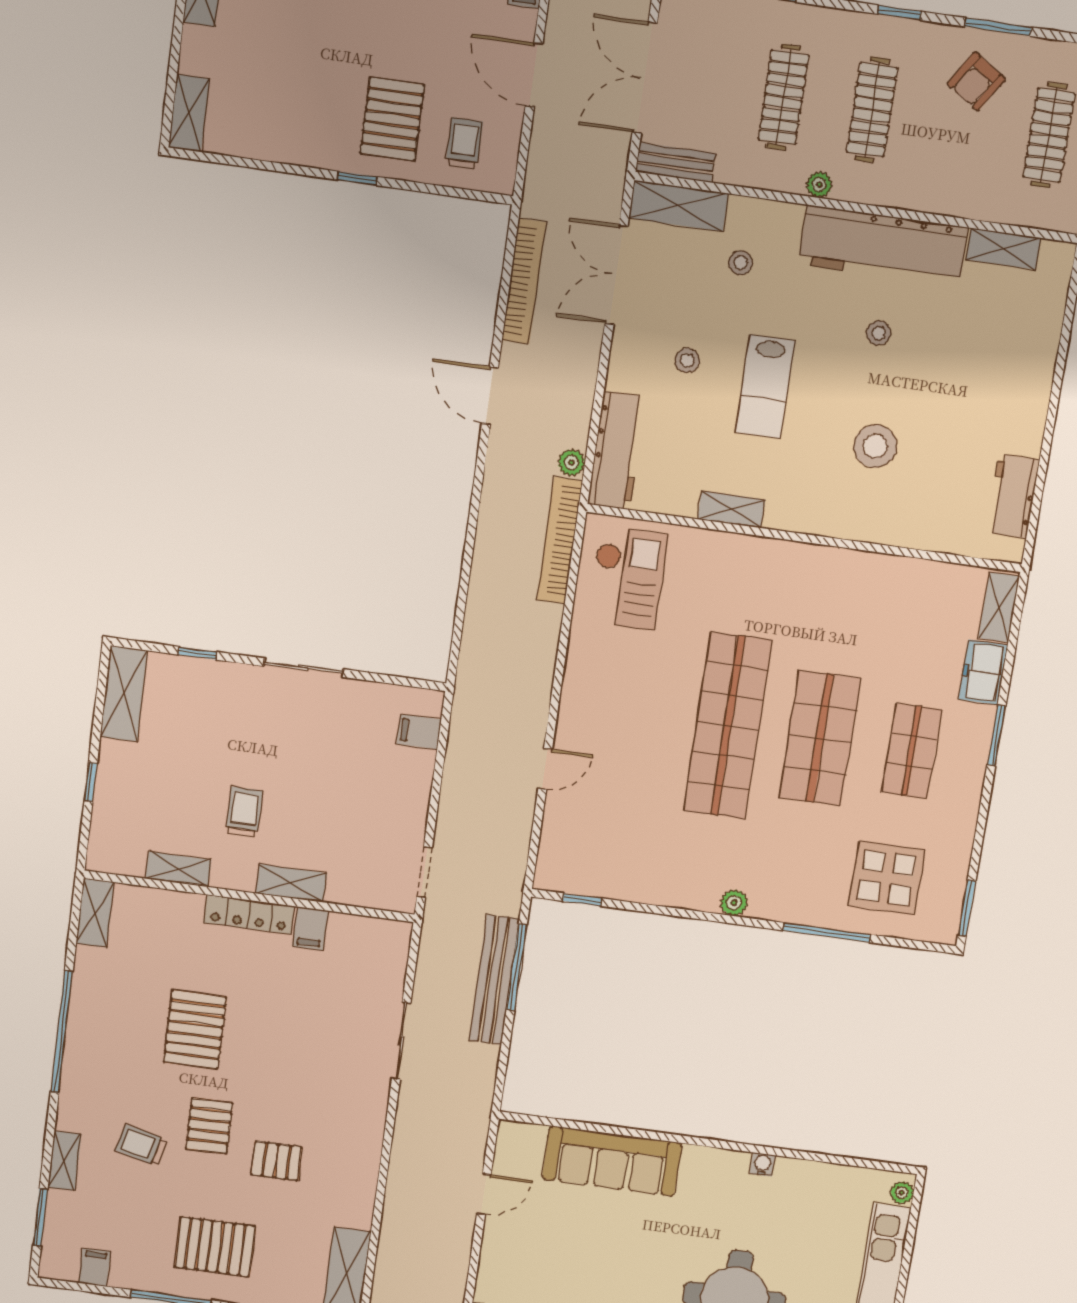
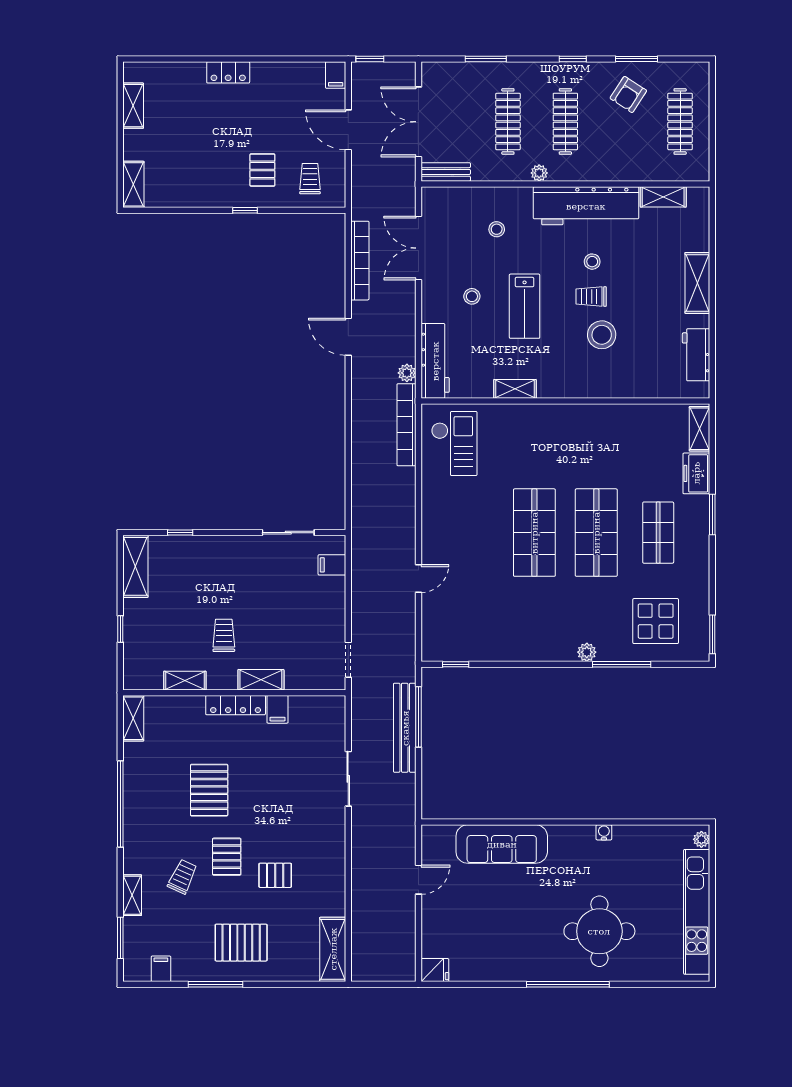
pallet: (392, 119) -> (262, 170), width x0.67, depth x0.71
shelving: (679, 206) -> (697, 283), moved, turned 90
trolley: (869, 386) -> (591, 297), added
sliding door: (303, 668) -> (288, 533), moved
shop shelf: (728, 726) -> (534, 533), width x0.71
plant: (734, 903) -> (587, 652), moved
trolley: (141, 1145) -> (182, 877), turned 101

